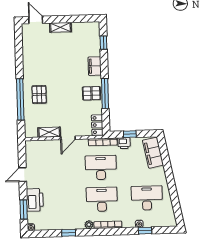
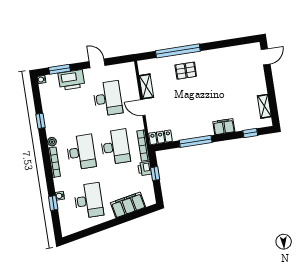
shelving: (60, 27) -> (264, 106), moved
pallet: (91, 93) -> (194, 127), removed
filing cabinet: (153, 153) -> (128, 205), moved
desk: (56, 169) -> (108, 98), added

